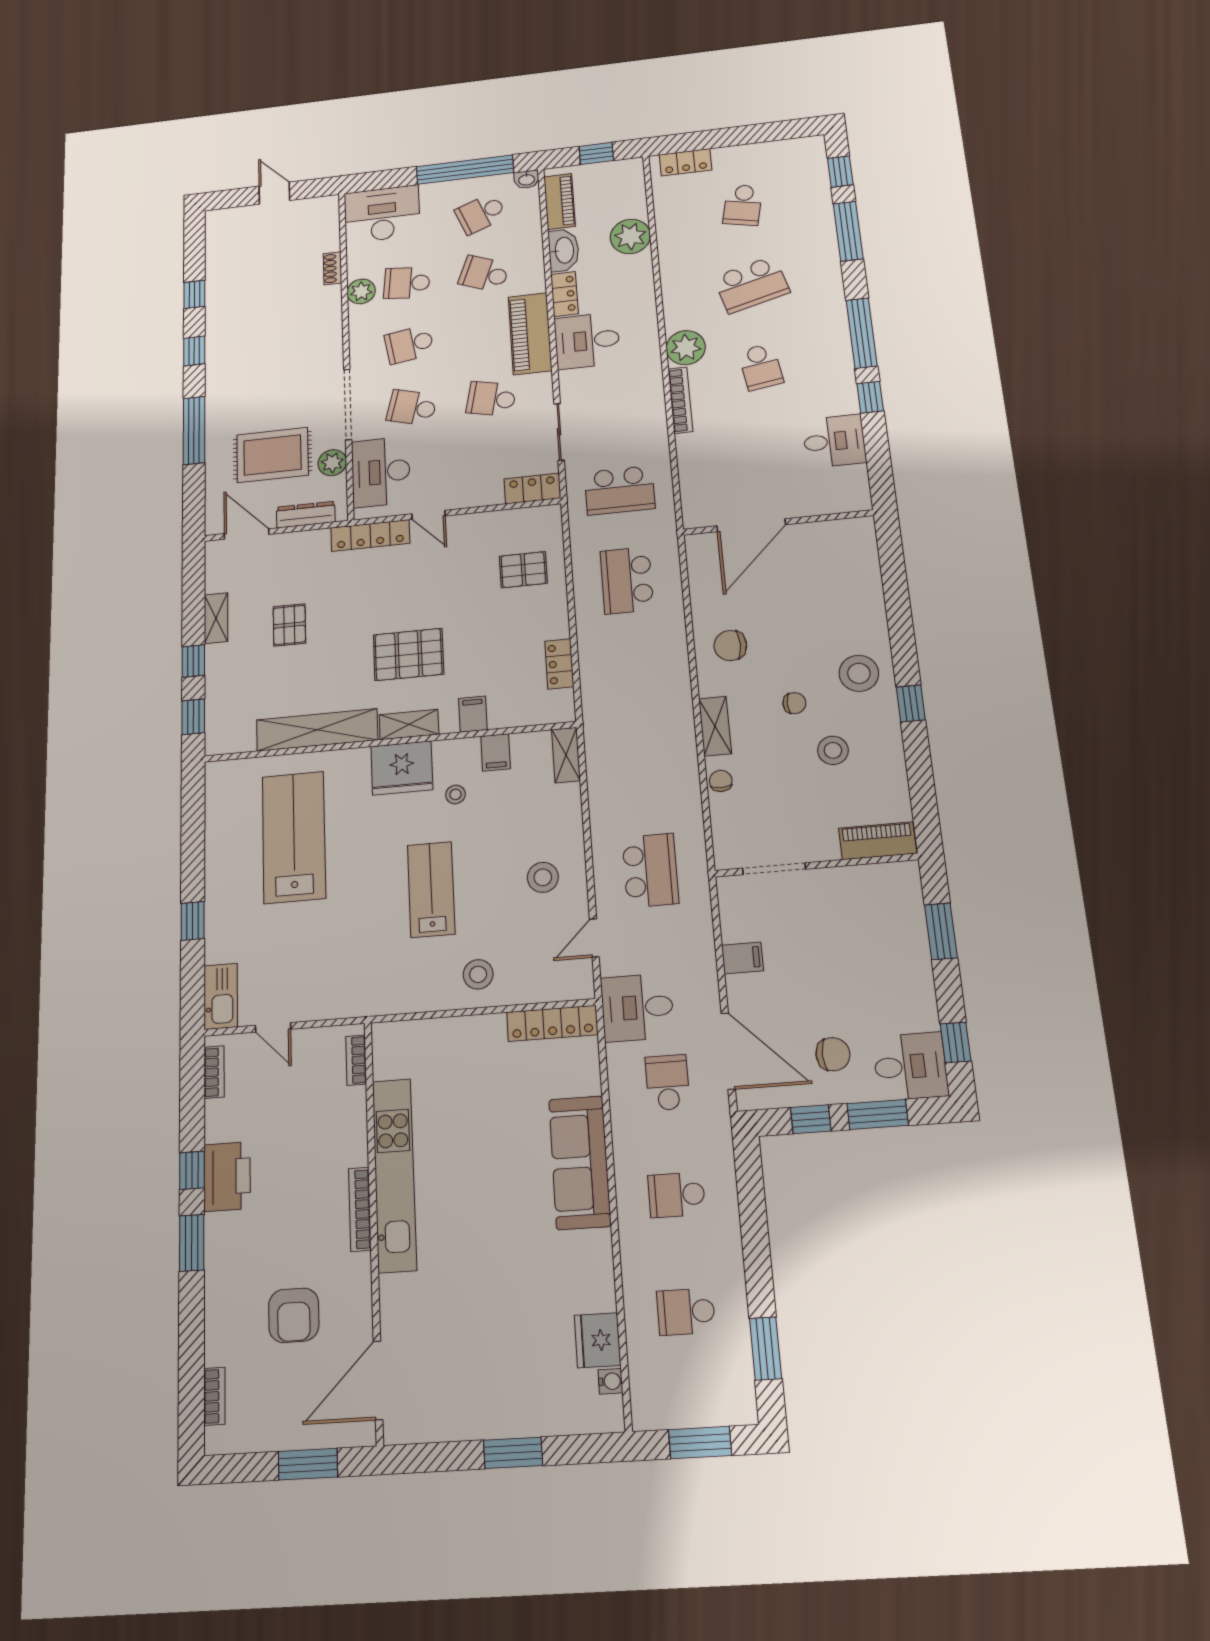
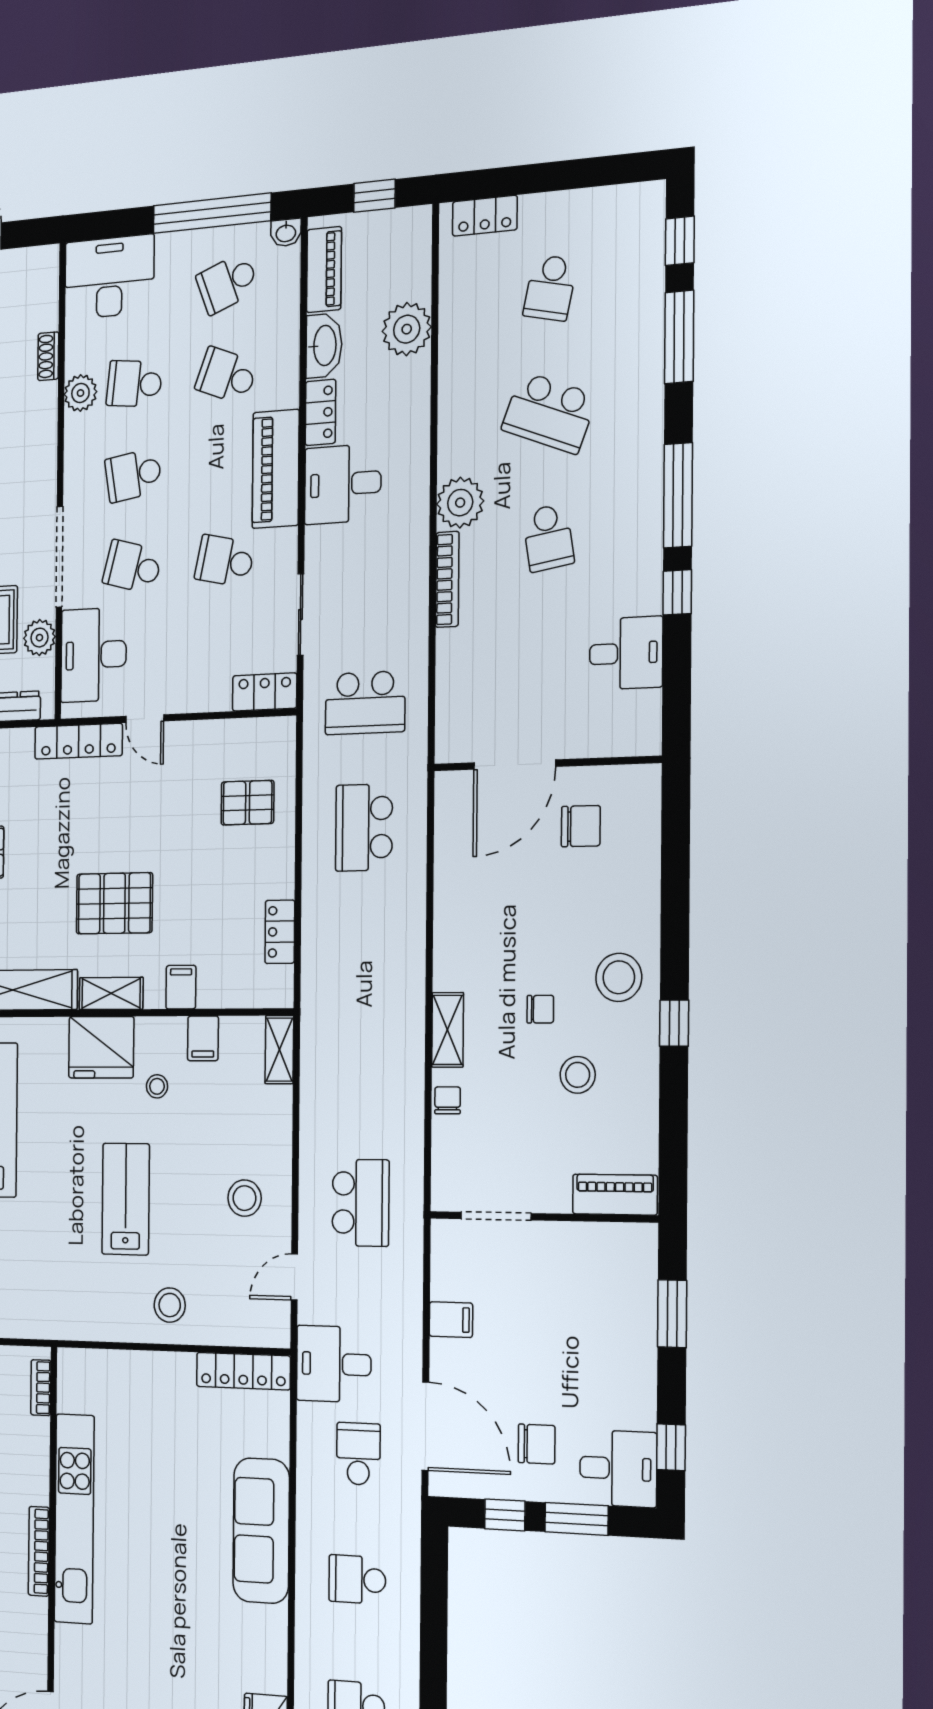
school desk: (752, 285) -> (549, 413), turned 36
chair: (730, 645) -> (581, 826), moved, turned 180

